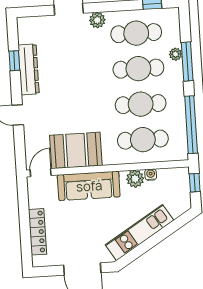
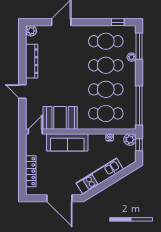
plant: (97, 20) -> (31, 31), moved
window: (14, 61) -> (22, 55), removed
window: (187, 62) -> (139, 46), moved
plant: (135, 179) -> (130, 140), moved

